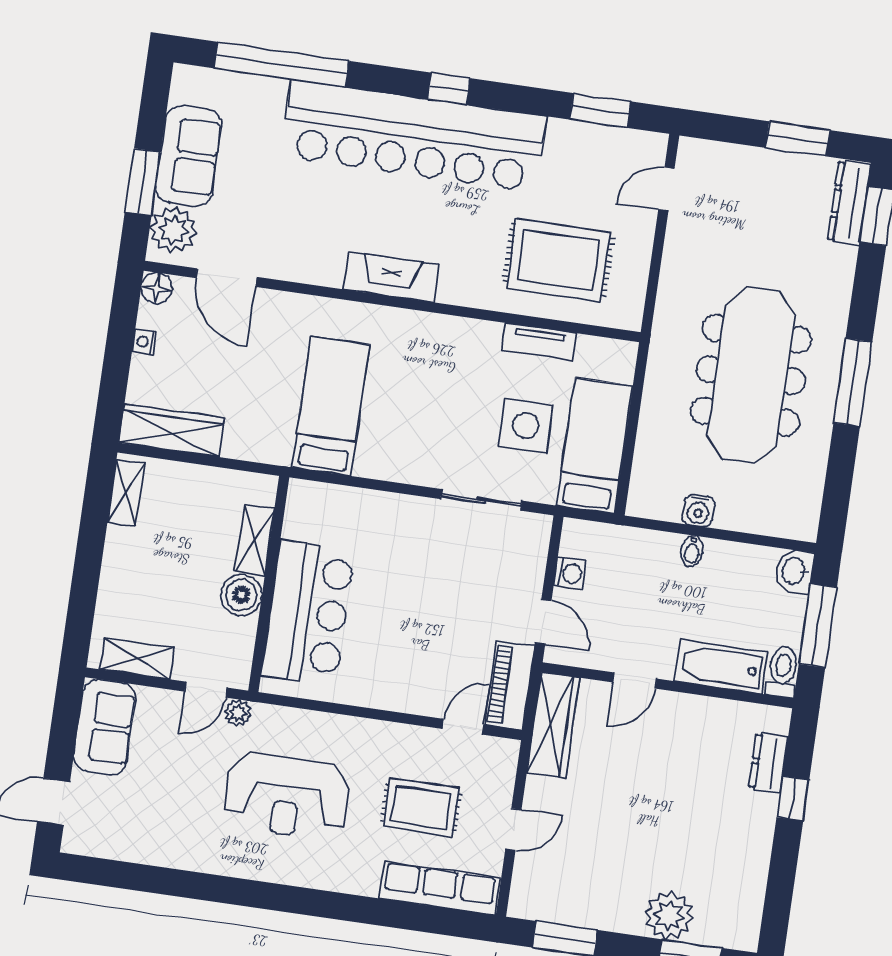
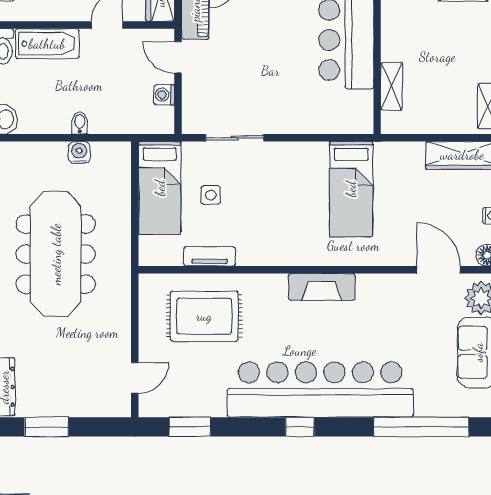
side table: (526, 426) -> (211, 195), width x0.54, depth x0.54
boiler: (241, 595) -> (395, 46), removed

